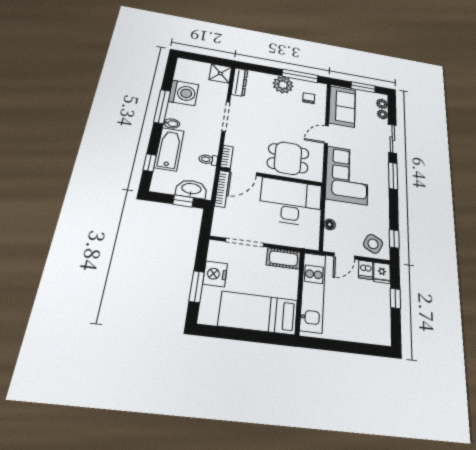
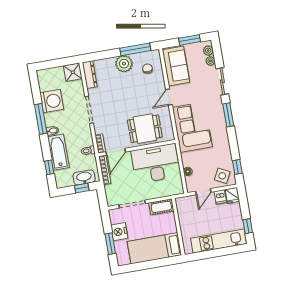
kitchen unit: (313, 292) -> (219, 241), moved, turned -90
window: (395, 298) -> (248, 226), moved

